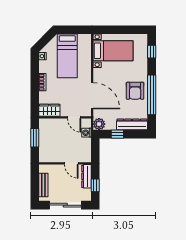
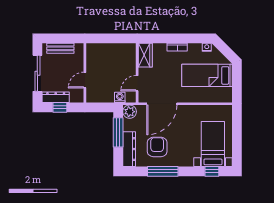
bed with nightstands: (113, 51) -> (213, 144), moved, turned 180
armchair: (135, 91) -> (157, 147), moved, turned 90
window: (152, 95) -> (163, 171), width x0.68
window: (117, 134) -> (118, 132), width x2.17
window: (35, 138) -> (114, 38), removed
dresser: (86, 176) -> (56, 97), moved

